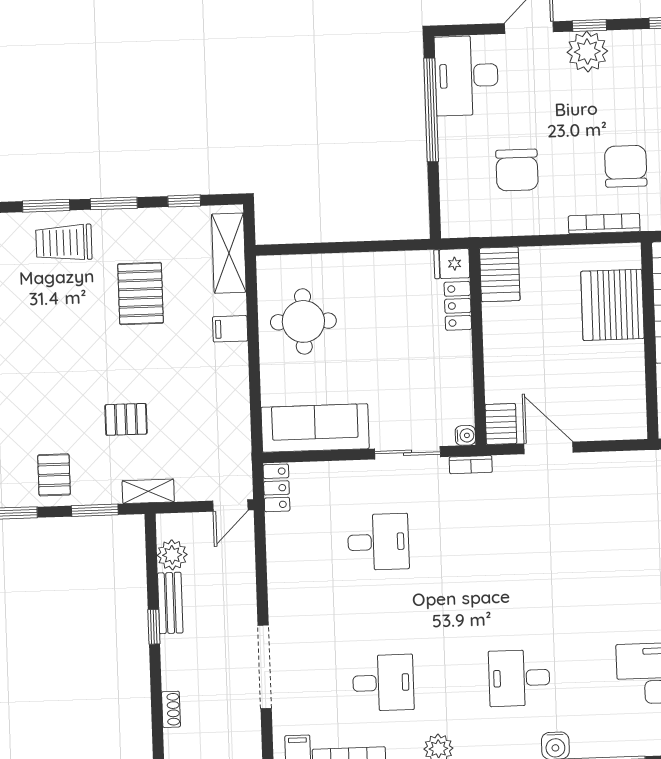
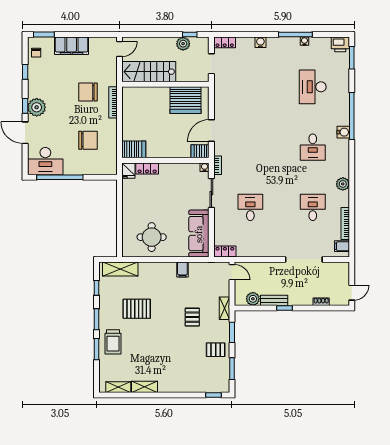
server rack: (612, 305) -> (186, 100), moved
filing cabinet: (230, 329) -> (182, 270), moved

